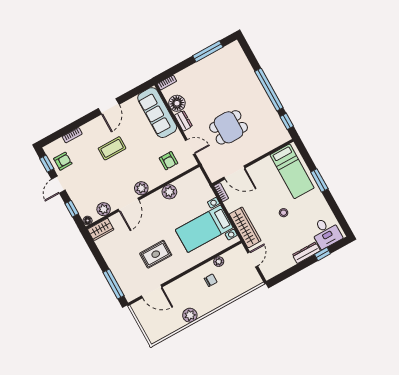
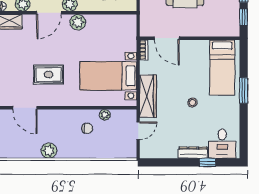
plant: (169, 192) -> (78, 22), moved

